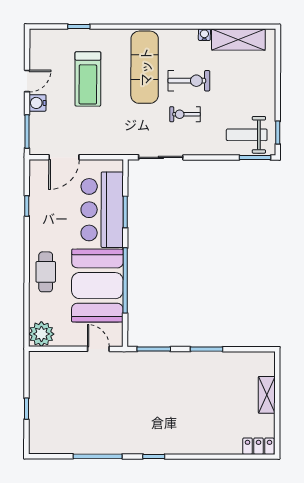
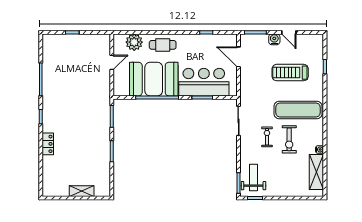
plant: (41, 334) -> (134, 42), moved
door: (98, 349) -> (112, 62), moved
locker: (259, 446) -> (48, 144), moved

